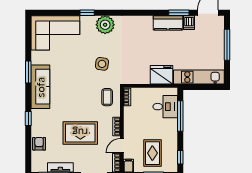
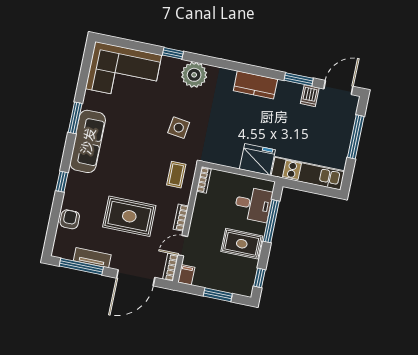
kitchen counter: (168, 23) -> (255, 85), moved
rug: (152, 153) -> (242, 244), moved, turned 90

